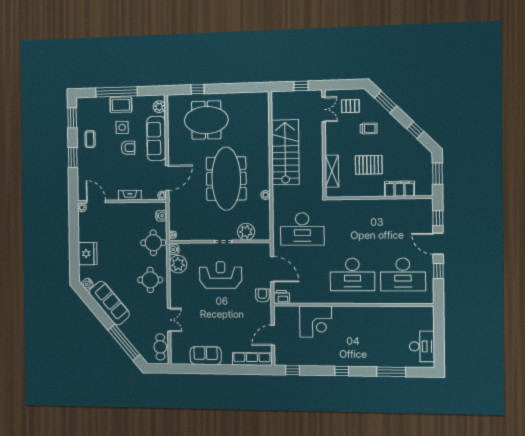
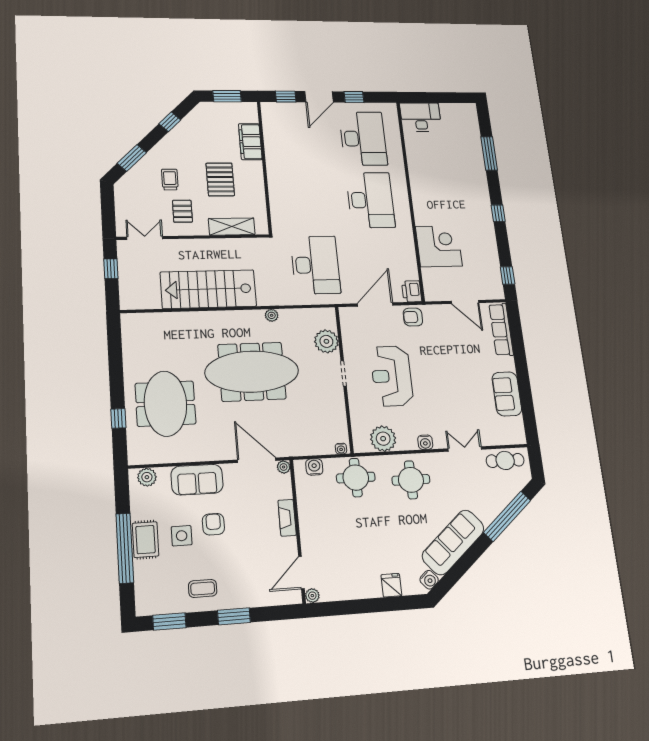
pallet: (350, 106) -> (182, 211), moved
sofa: (156, 139) -> (197, 480), width x0.73
water cooler: (174, 249) -> (425, 442), moved
fridge: (88, 254) -> (391, 585), width x0.53, depth x0.75
desk: (422, 346) -> (421, 117), moved

